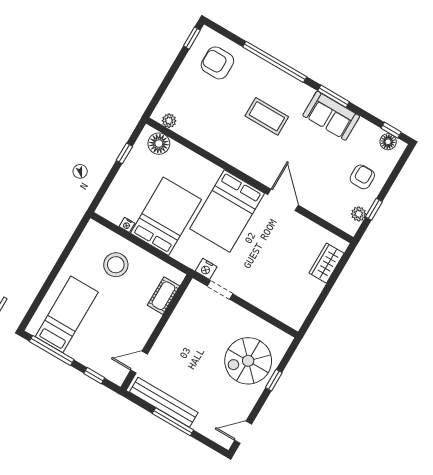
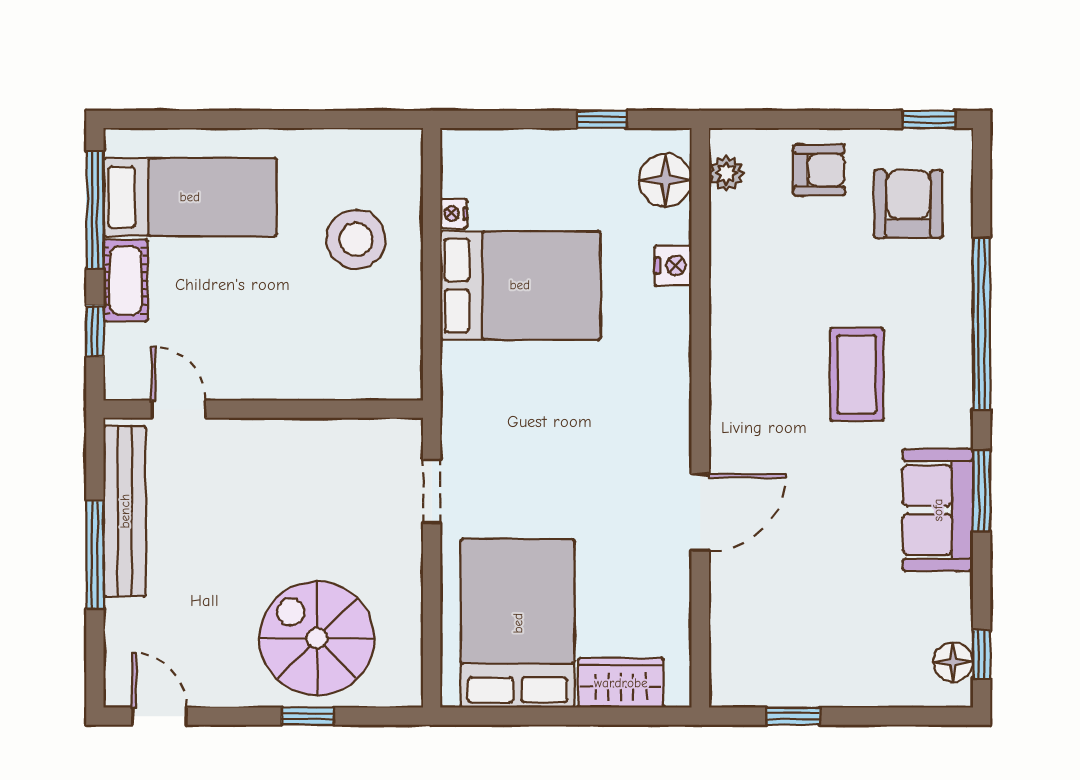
armchair: (362, 177) -> (819, 170), moved
bed: (227, 211) -> (518, 623), moved, turned 90
plant: (359, 214) -> (764, 689), removed
nightstand: (206, 269) -> (673, 265), moved, turned 180
cot: (163, 296) -> (126, 280), moved, turned 90

